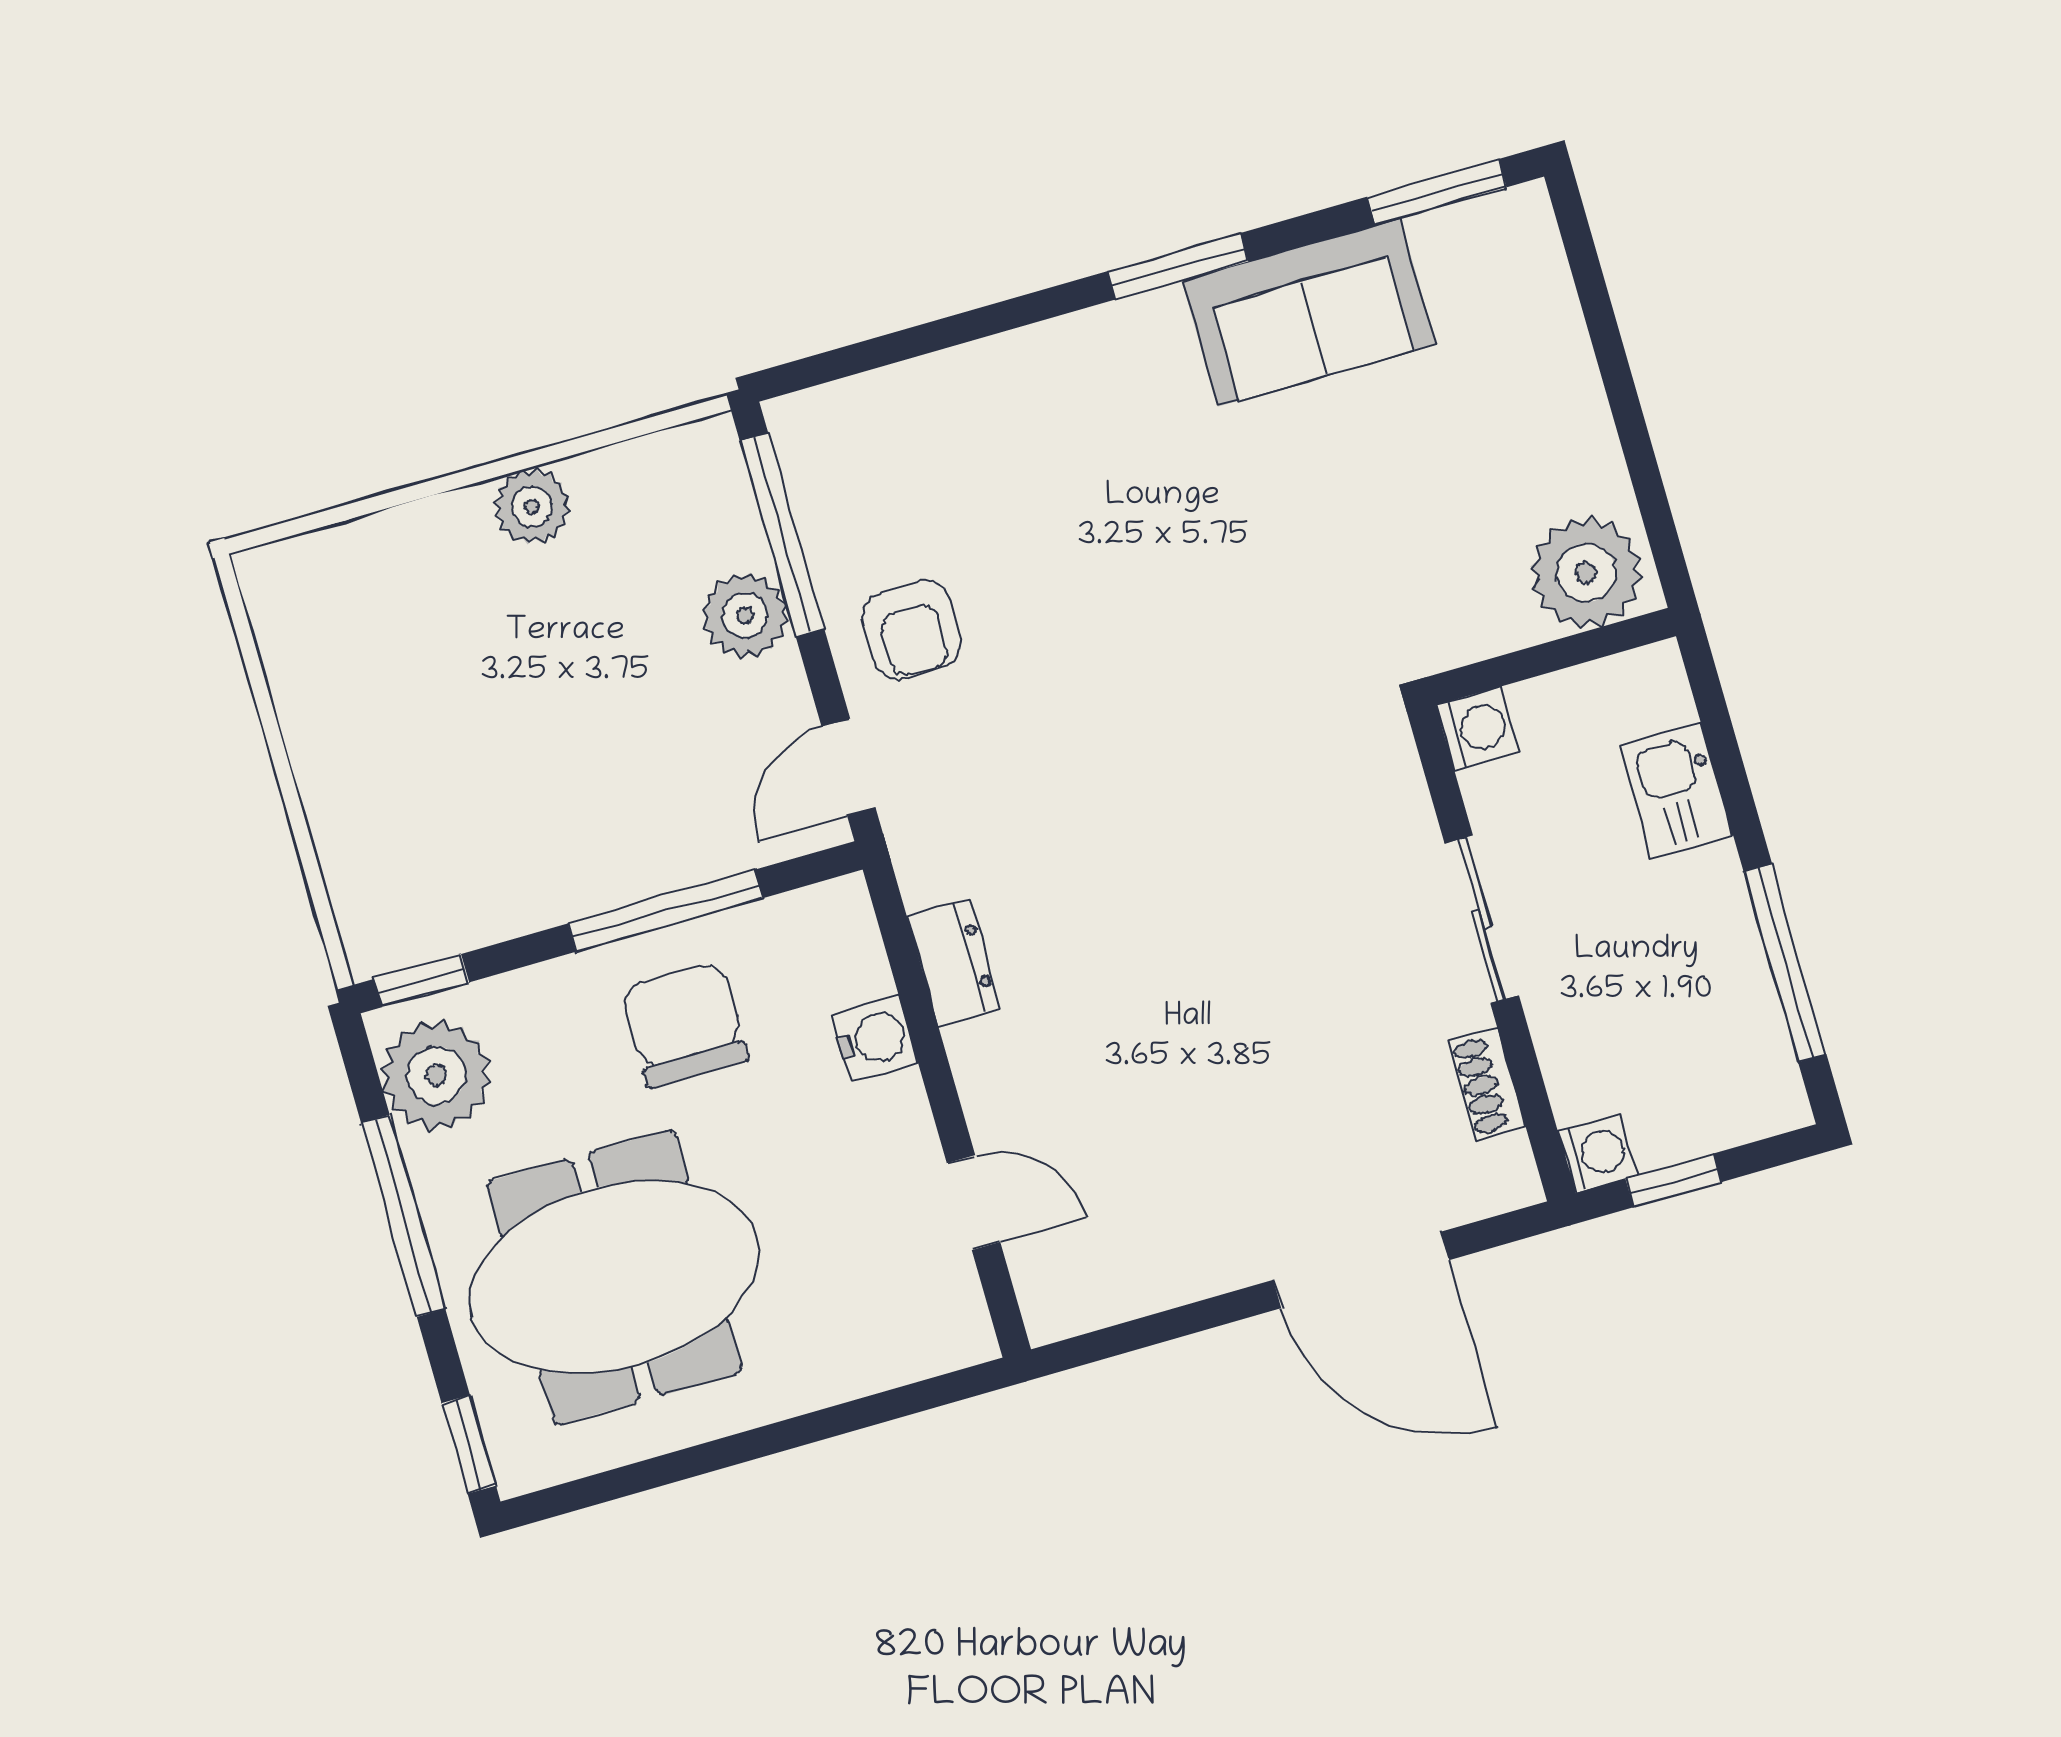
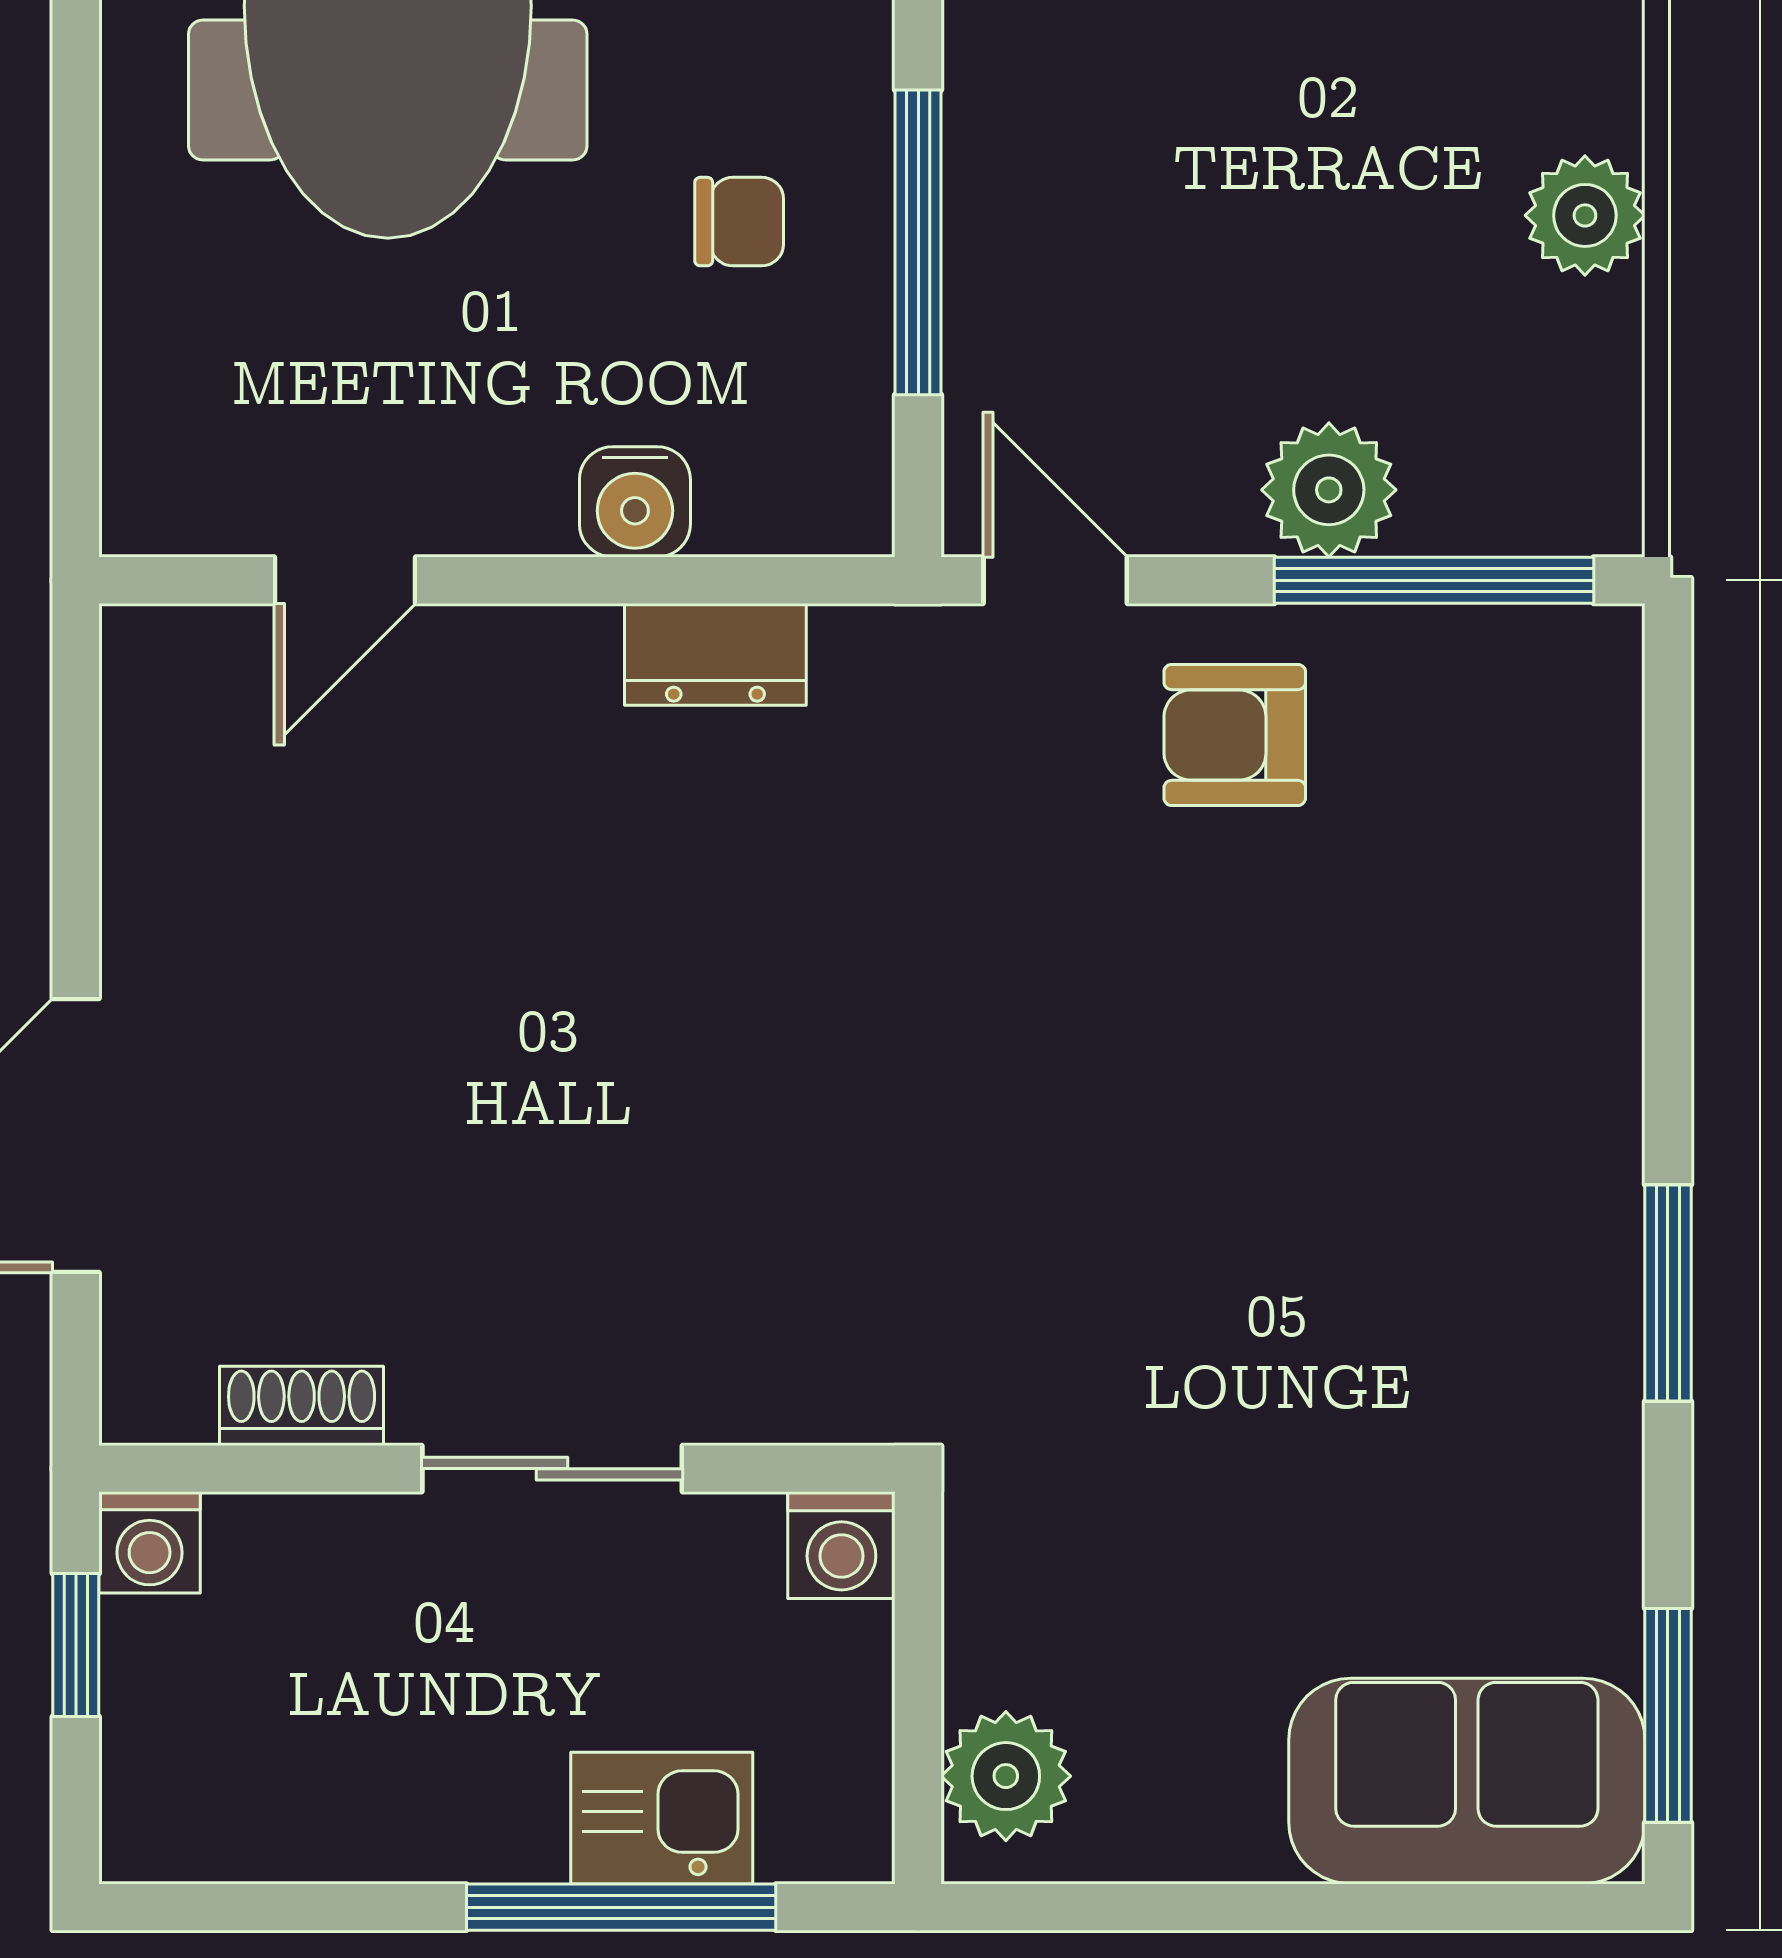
sofa: (1309, 312) -> (1467, 1781), moved, turned 90
plant: (1586, 573) -> (1006, 1776), width x0.73, depth x0.73
window: (1785, 963) -> (621, 1907), moved
chair: (684, 1024) -> (739, 222), width x0.54, depth x0.54

